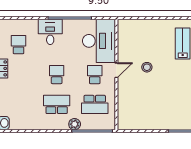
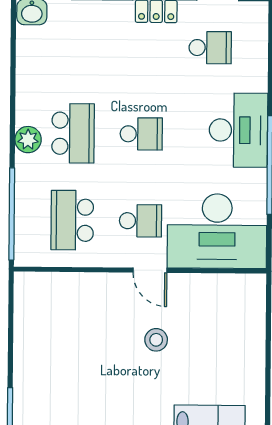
desk: (50, 32) -> (238, 130), width x1.37
plant: (75, 124) -> (28, 140), moved

